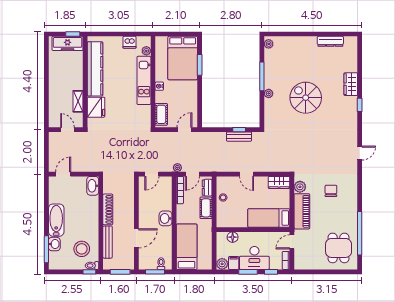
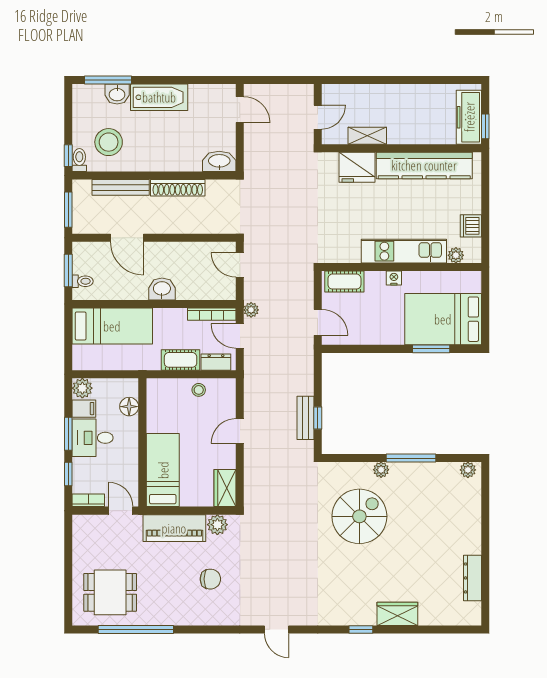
spiral stairs: (306, 98) -> (359, 516), moved
desk: (254, 258) -> (93, 438), width x0.73

